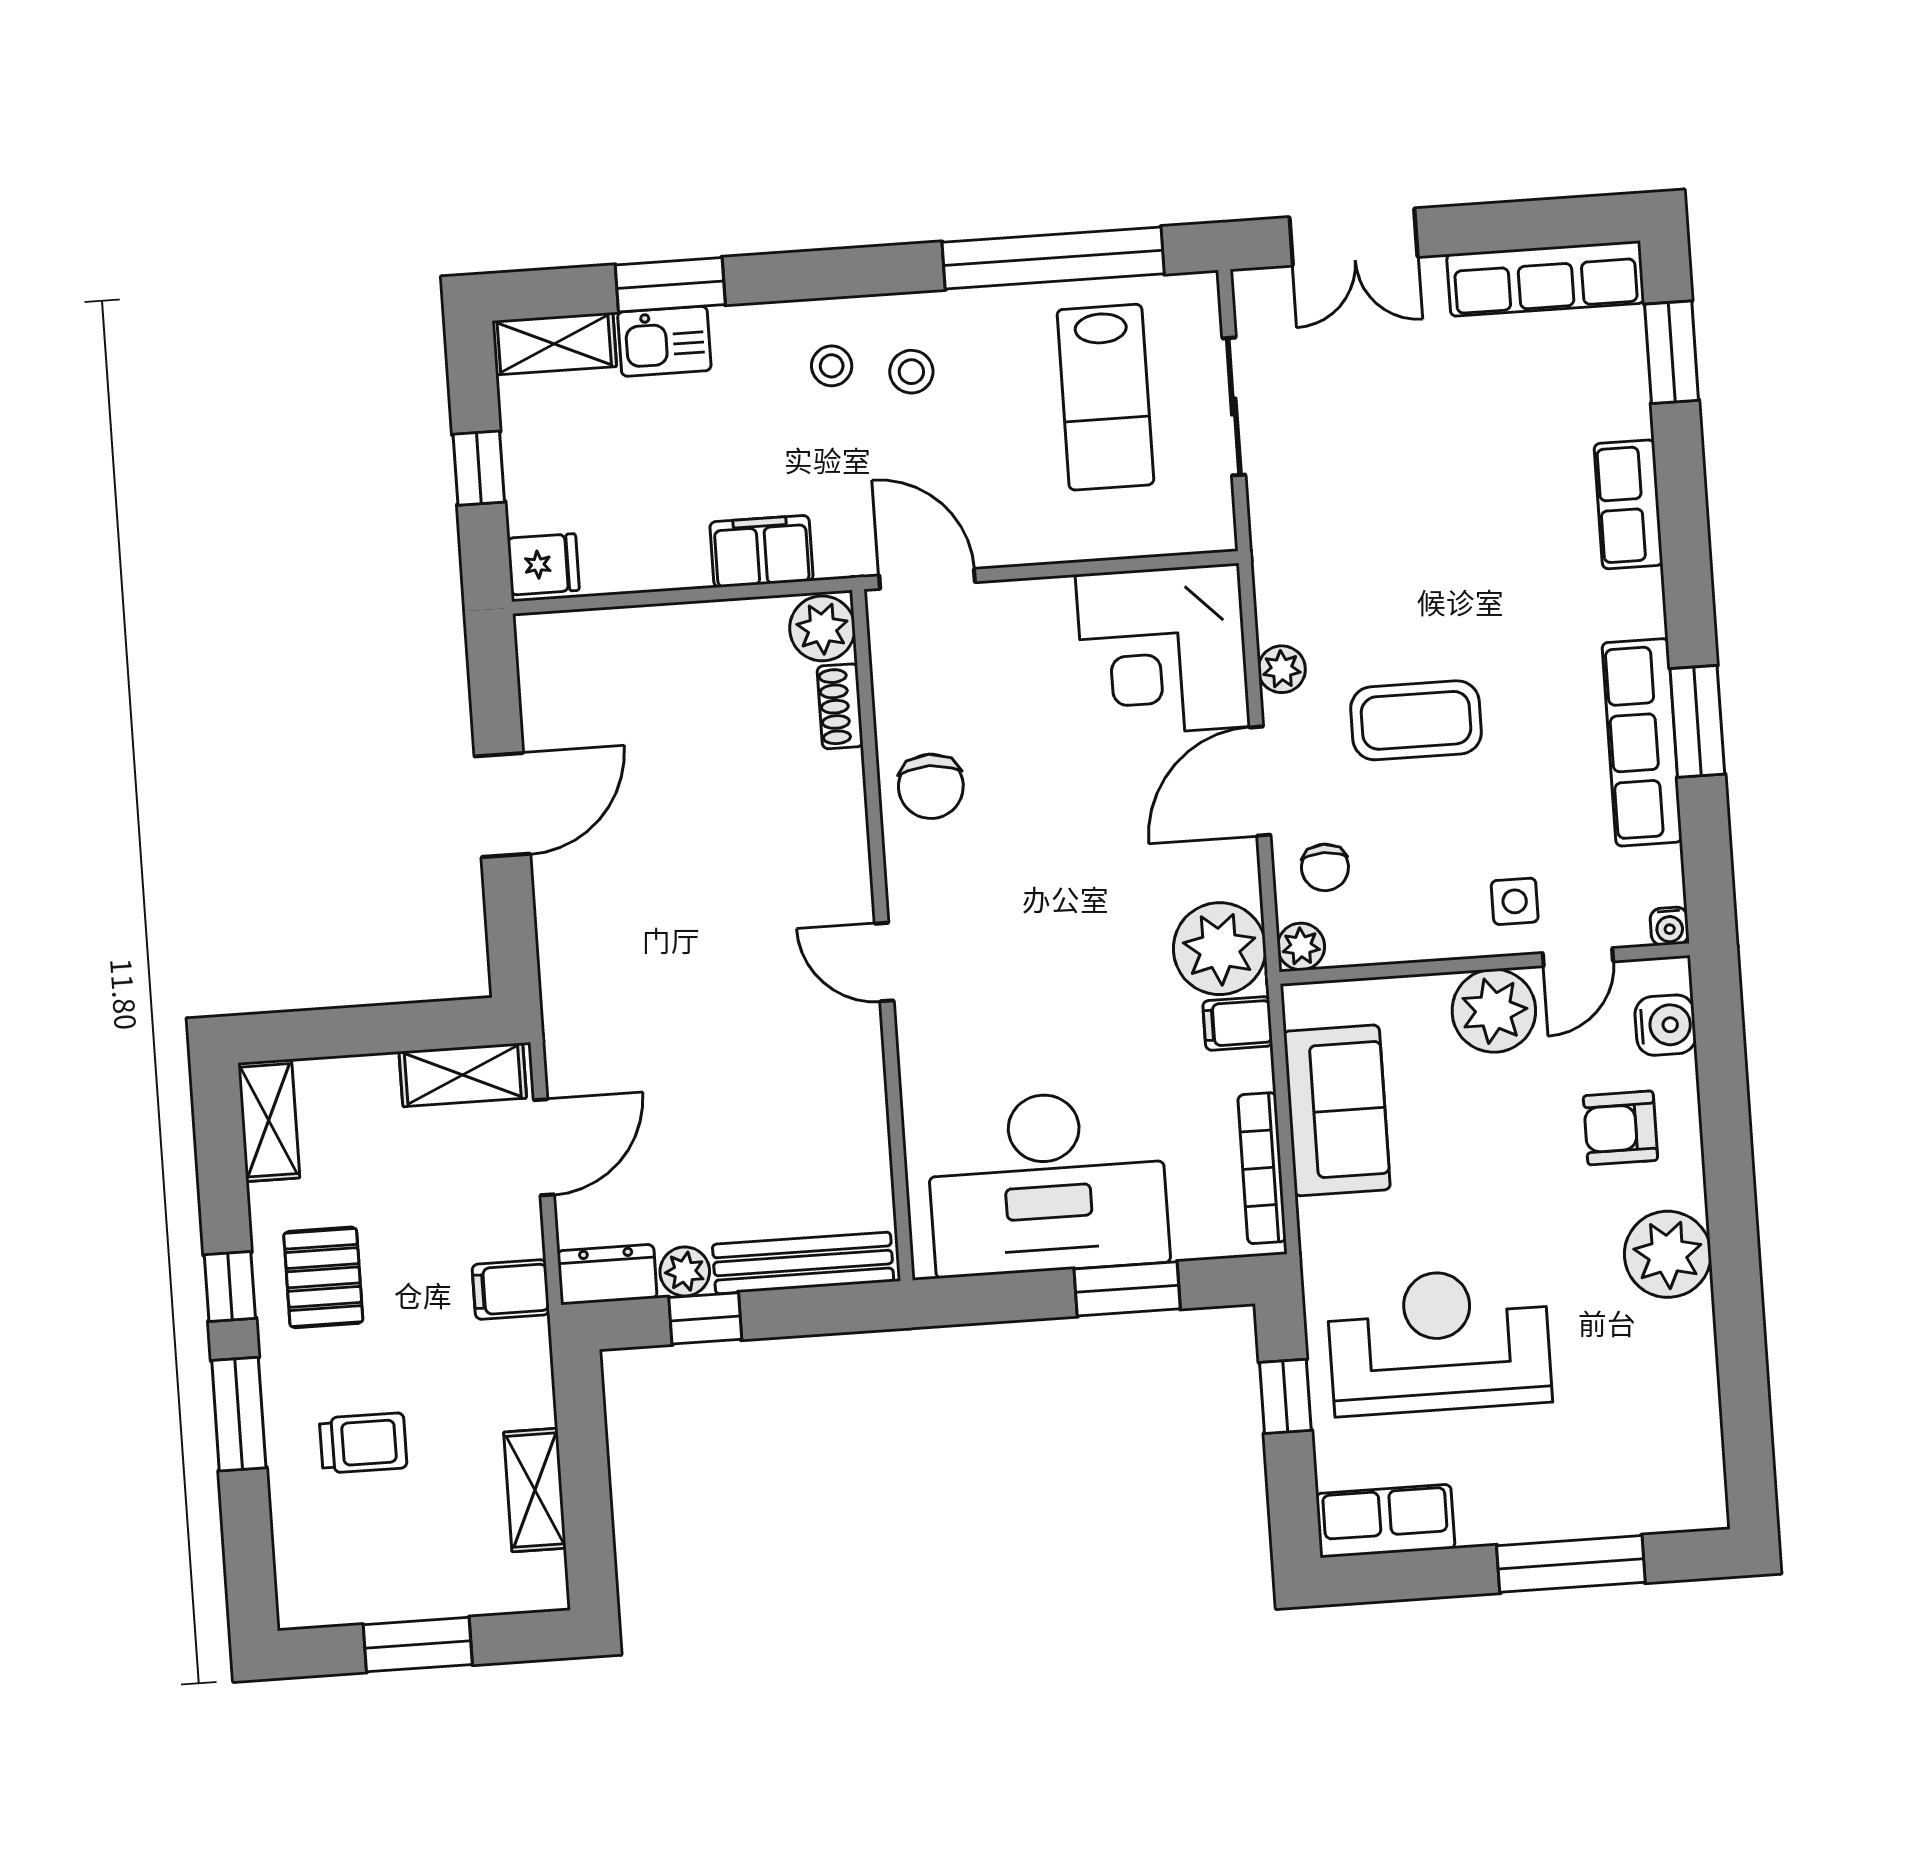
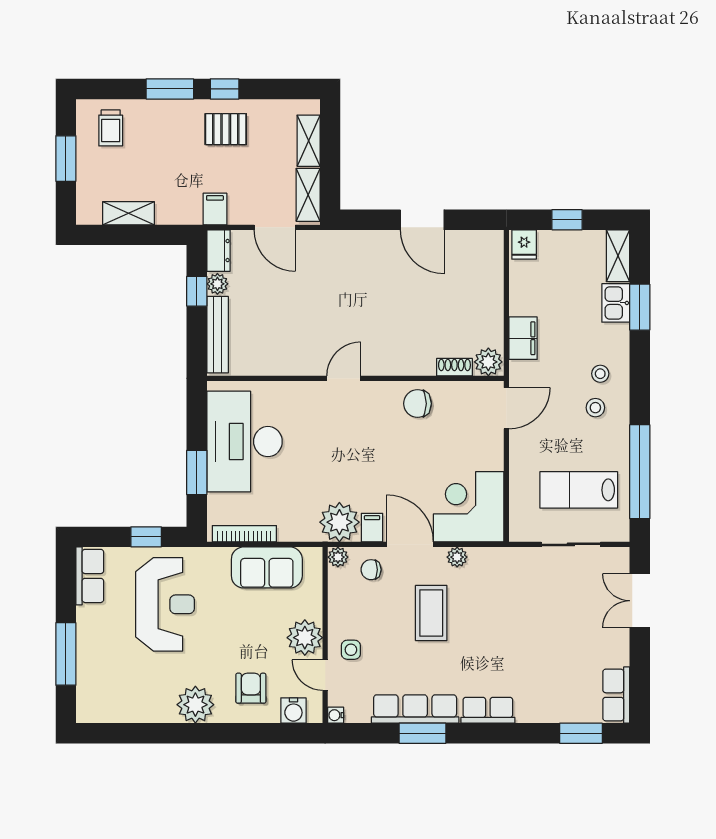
row of seats: (1546, 279) -> (616, 695), width x0.68
row of seats: (1628, 504) -> (488, 710), moved
filing cabinet: (1238, 1023) -> (372, 528), moved
shelving: (269, 1120) -> (309, 141), moved, turned 90
trolley: (363, 1443) -> (111, 128), moved

